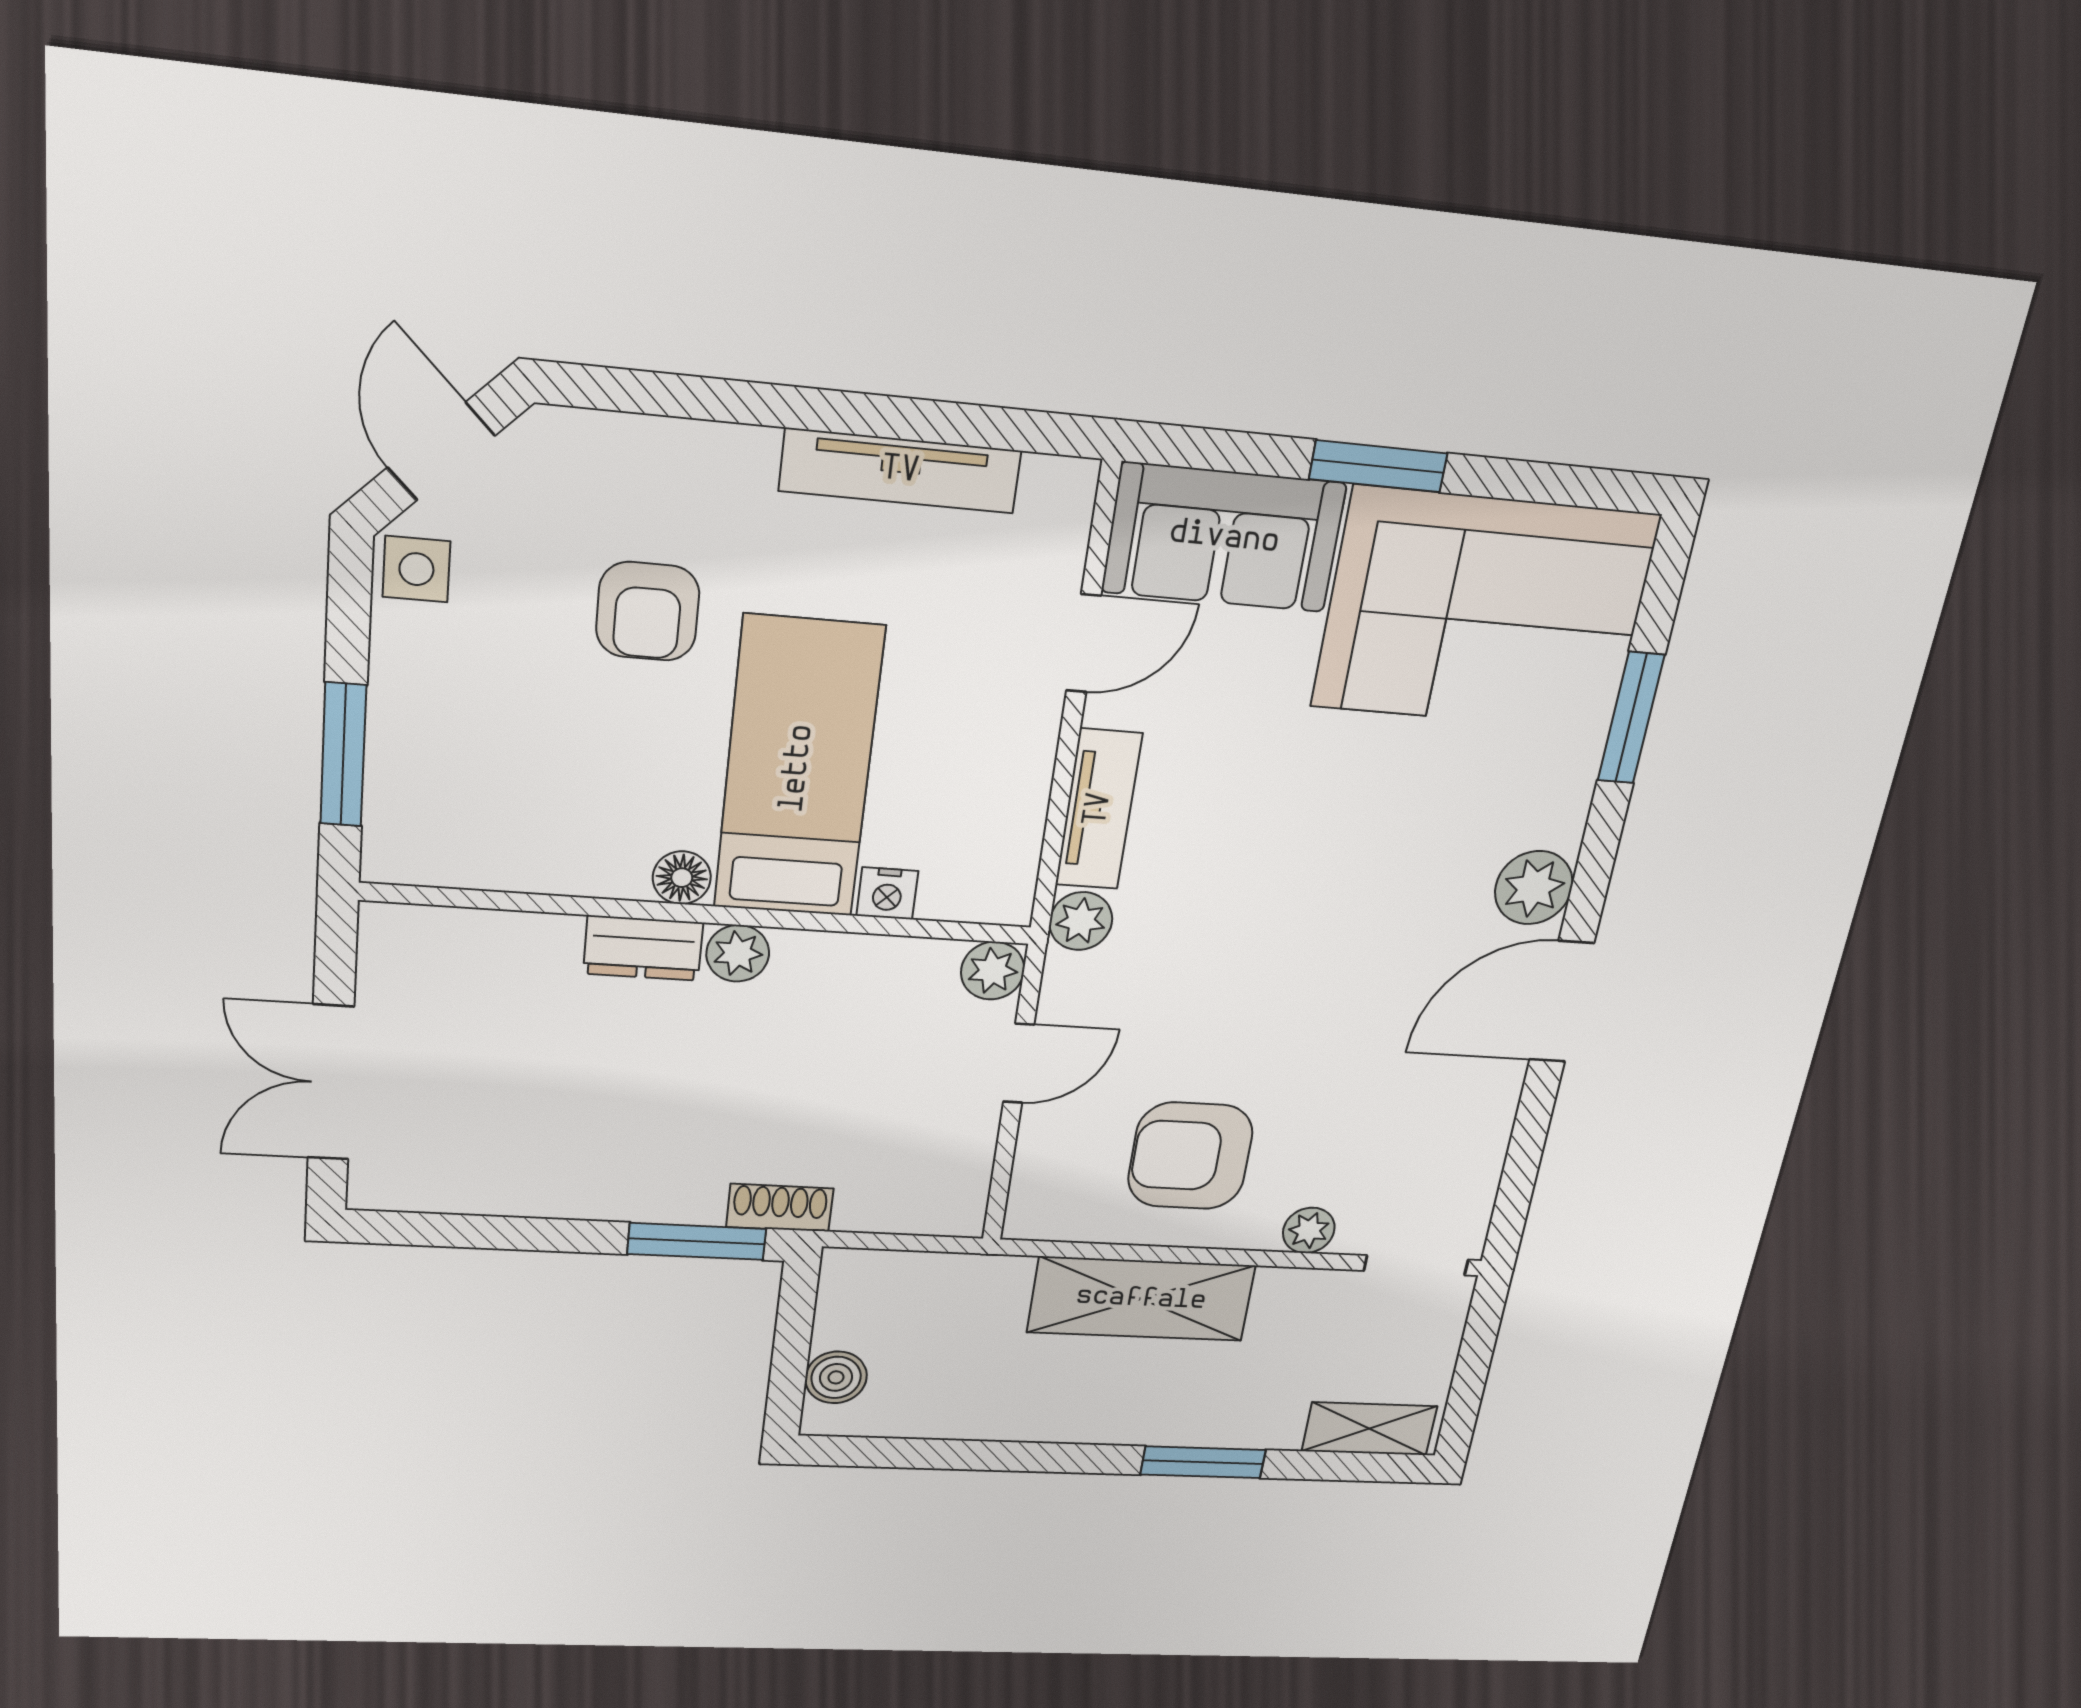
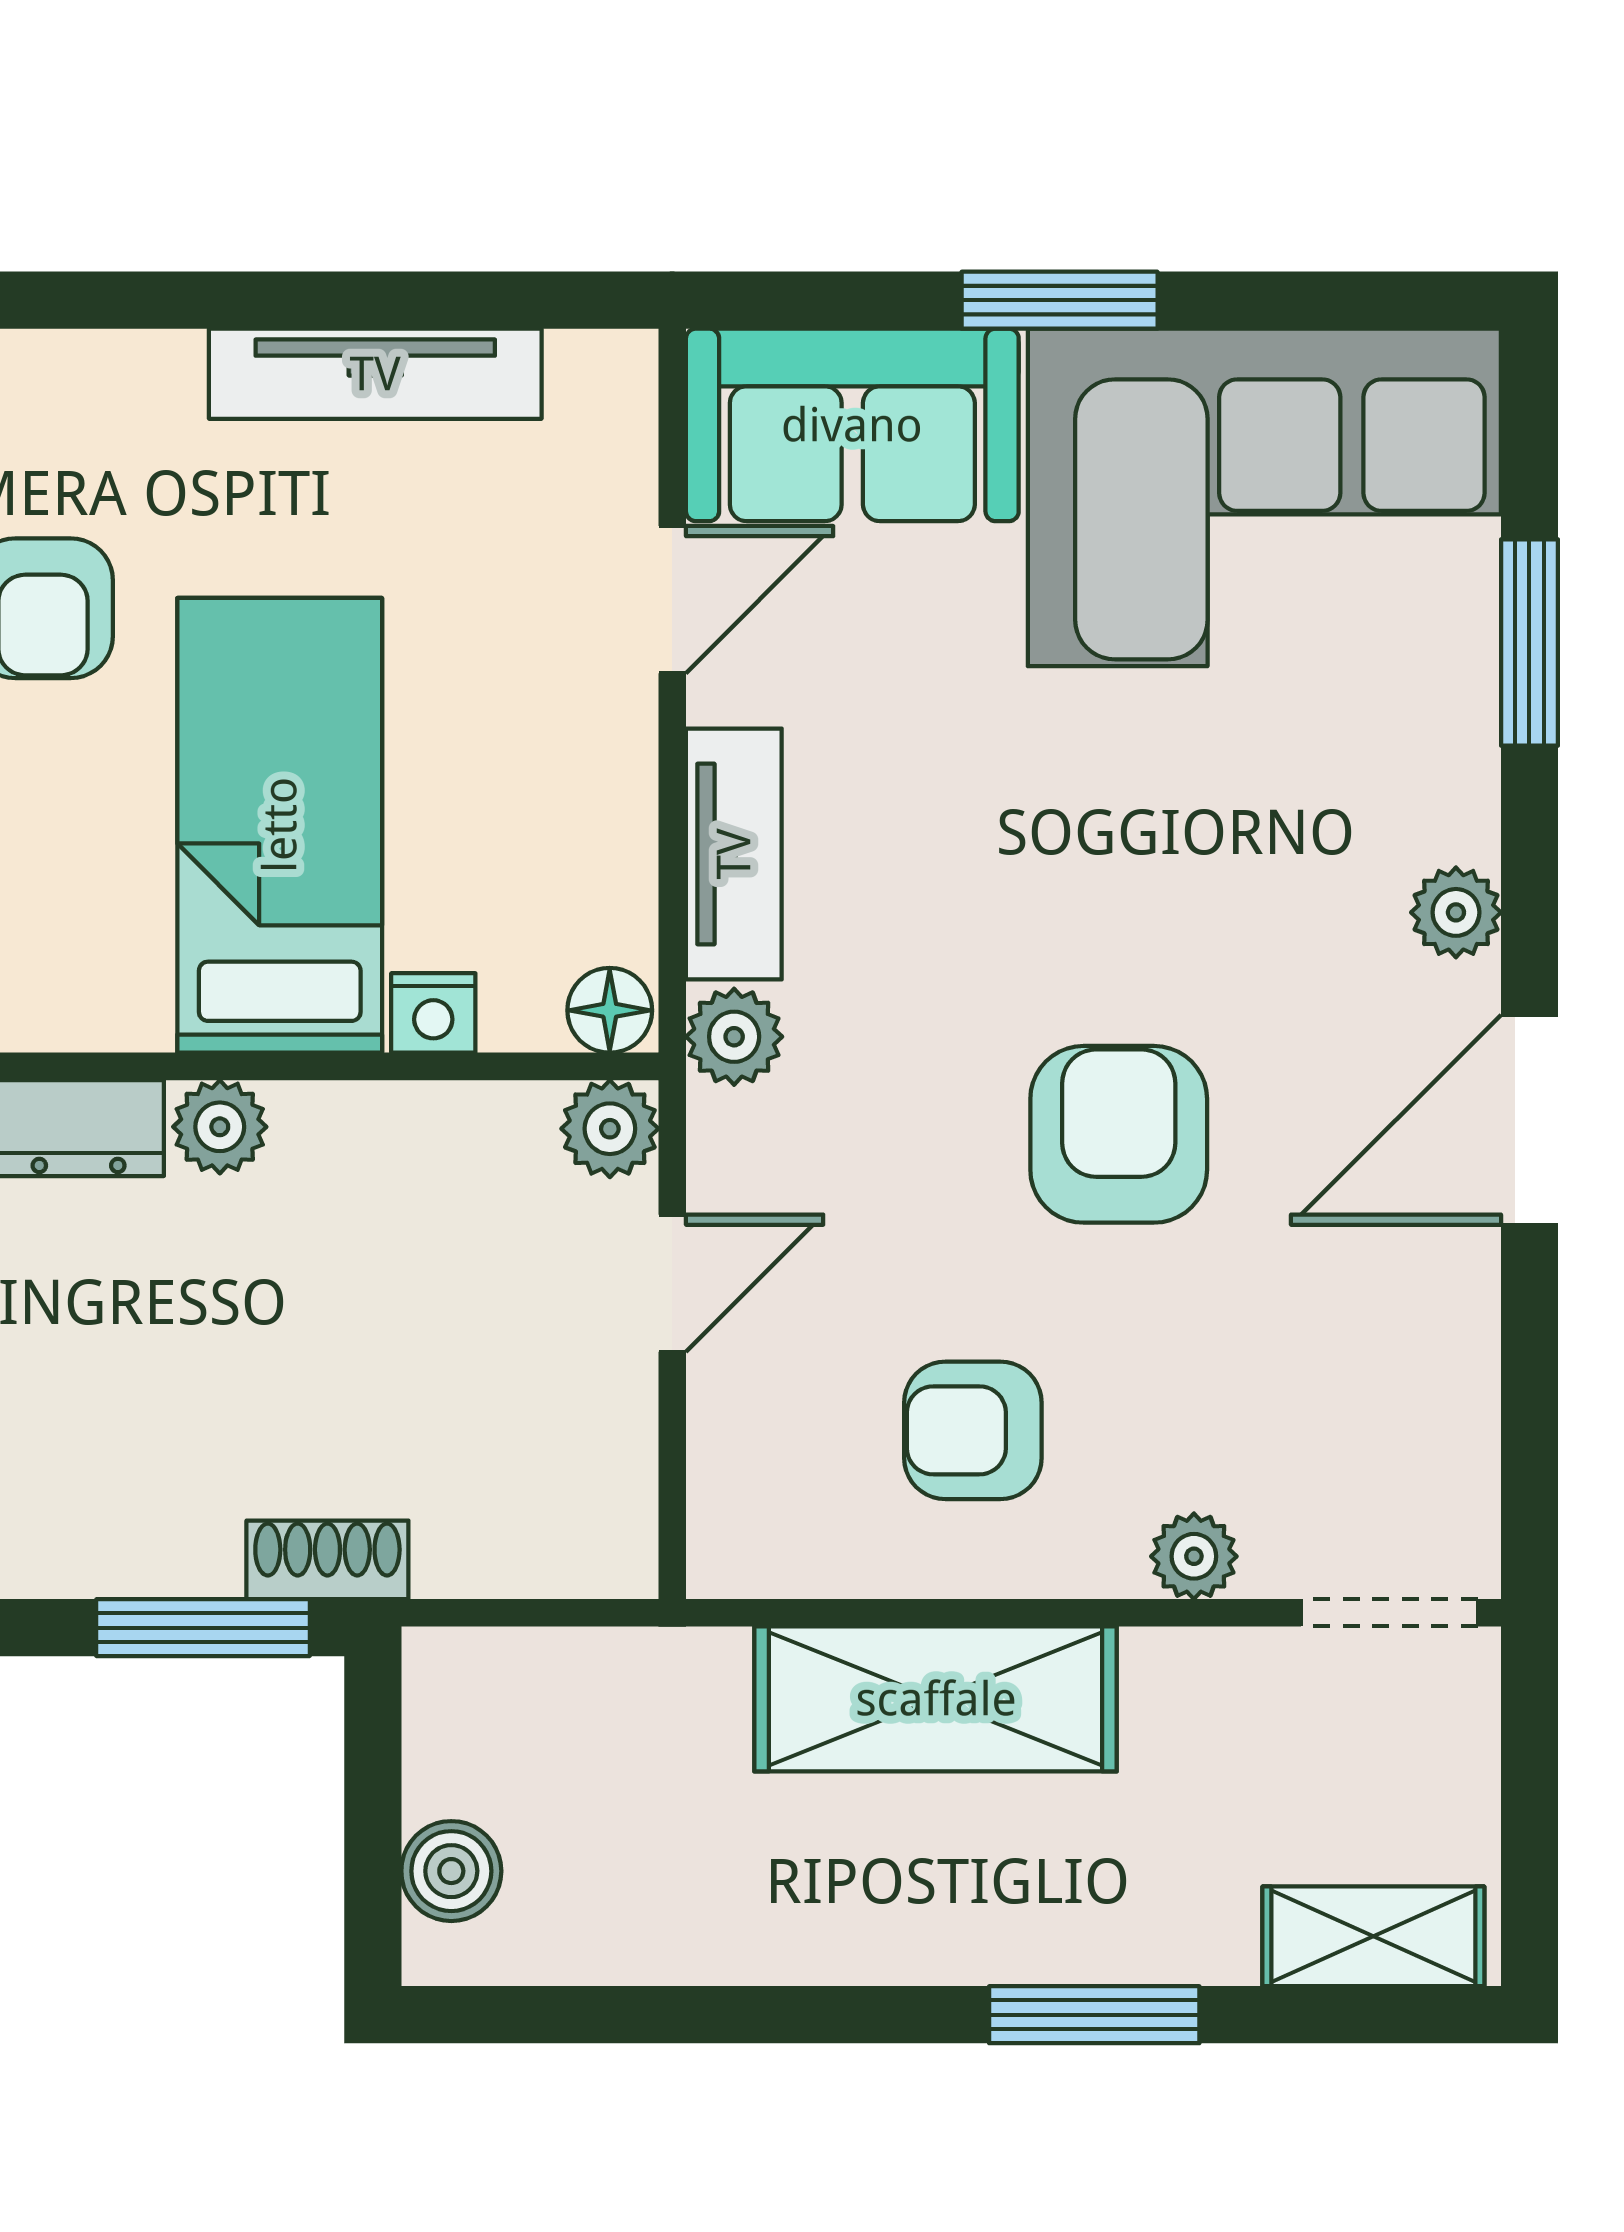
floor lamp: (682, 878) -> (610, 1010), moved
plant: (1534, 888) -> (1456, 912), width x0.73, depth x0.73
armchair: (1312, 994) -> (1119, 1134), added
armchair: (1190, 1156) -> (973, 1430), width x0.72, depth x0.72

